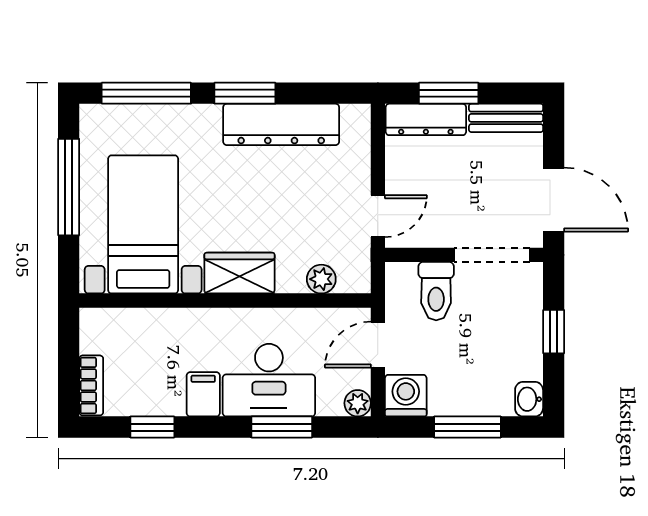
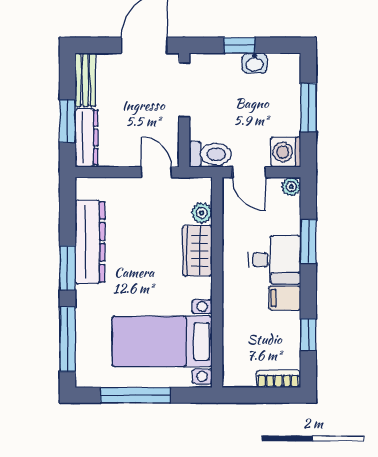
wardrobe: (239, 273) -> (197, 251), moved
toilet: (436, 291) -> (210, 154), moved
desk: (269, 380) -> (275, 260), width x0.73
washbasin: (529, 399) -> (255, 63), moved

